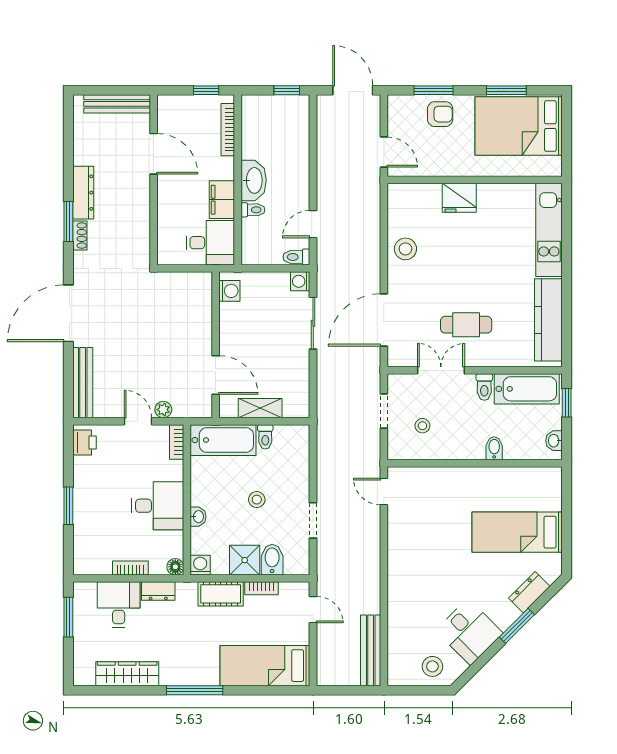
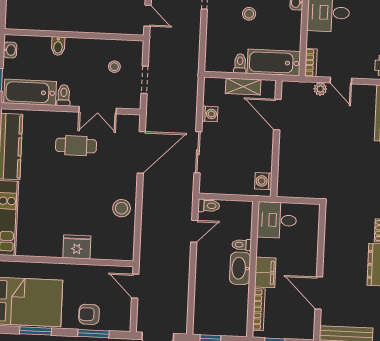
filing cabinet: (222, 200) -> (265, 272), moved
washing machine: (300, 281) -> (210, 114), moved

